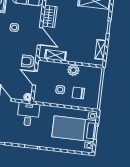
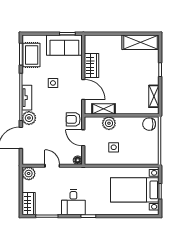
plant: (73, 70) -> (109, 123), moved
chair: (78, 93) -> (149, 124), moved
desk: (28, 114) -> (73, 202), moved, turned 180

